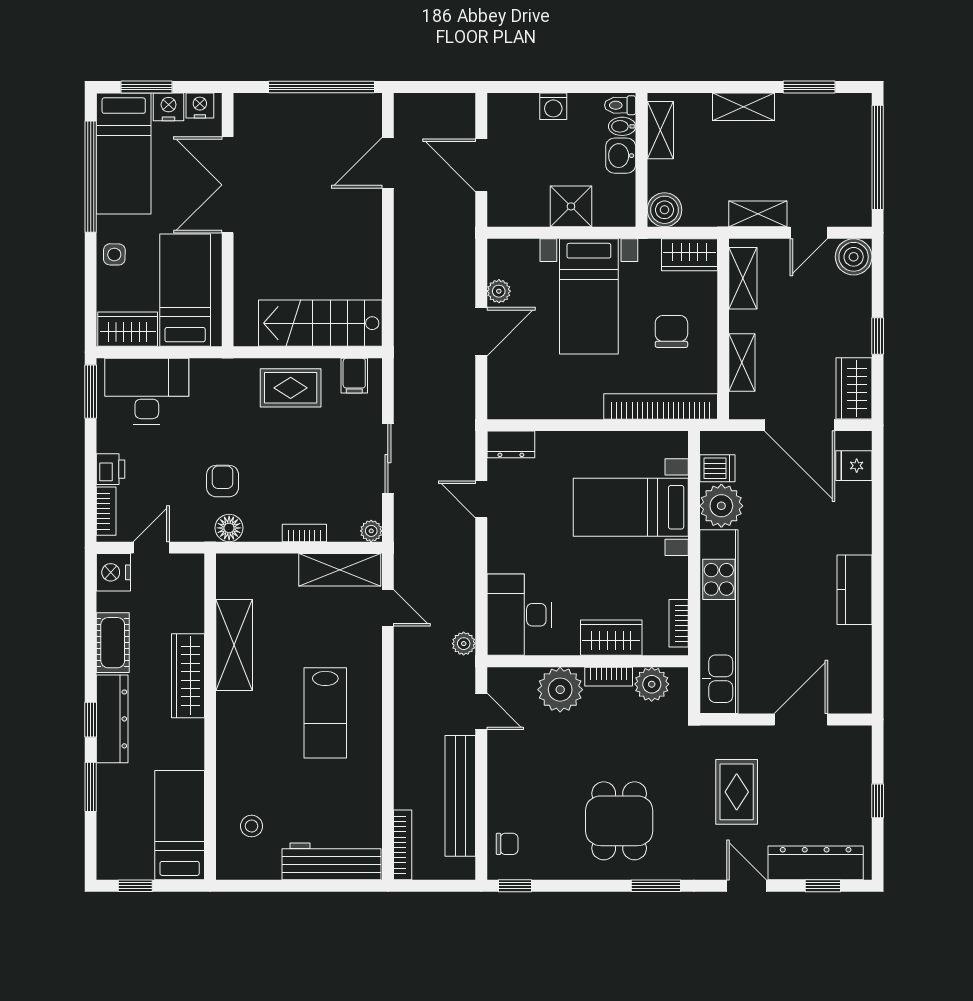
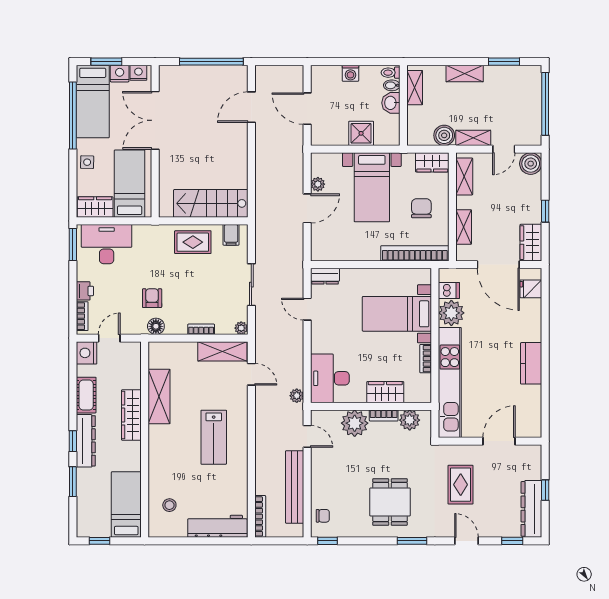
boiler: (664, 210) -> (444, 135), moved
bookcase: (679, 623) -> (426, 359), moved
dresser: (816, 863) -> (531, 509), moved, turned -90

